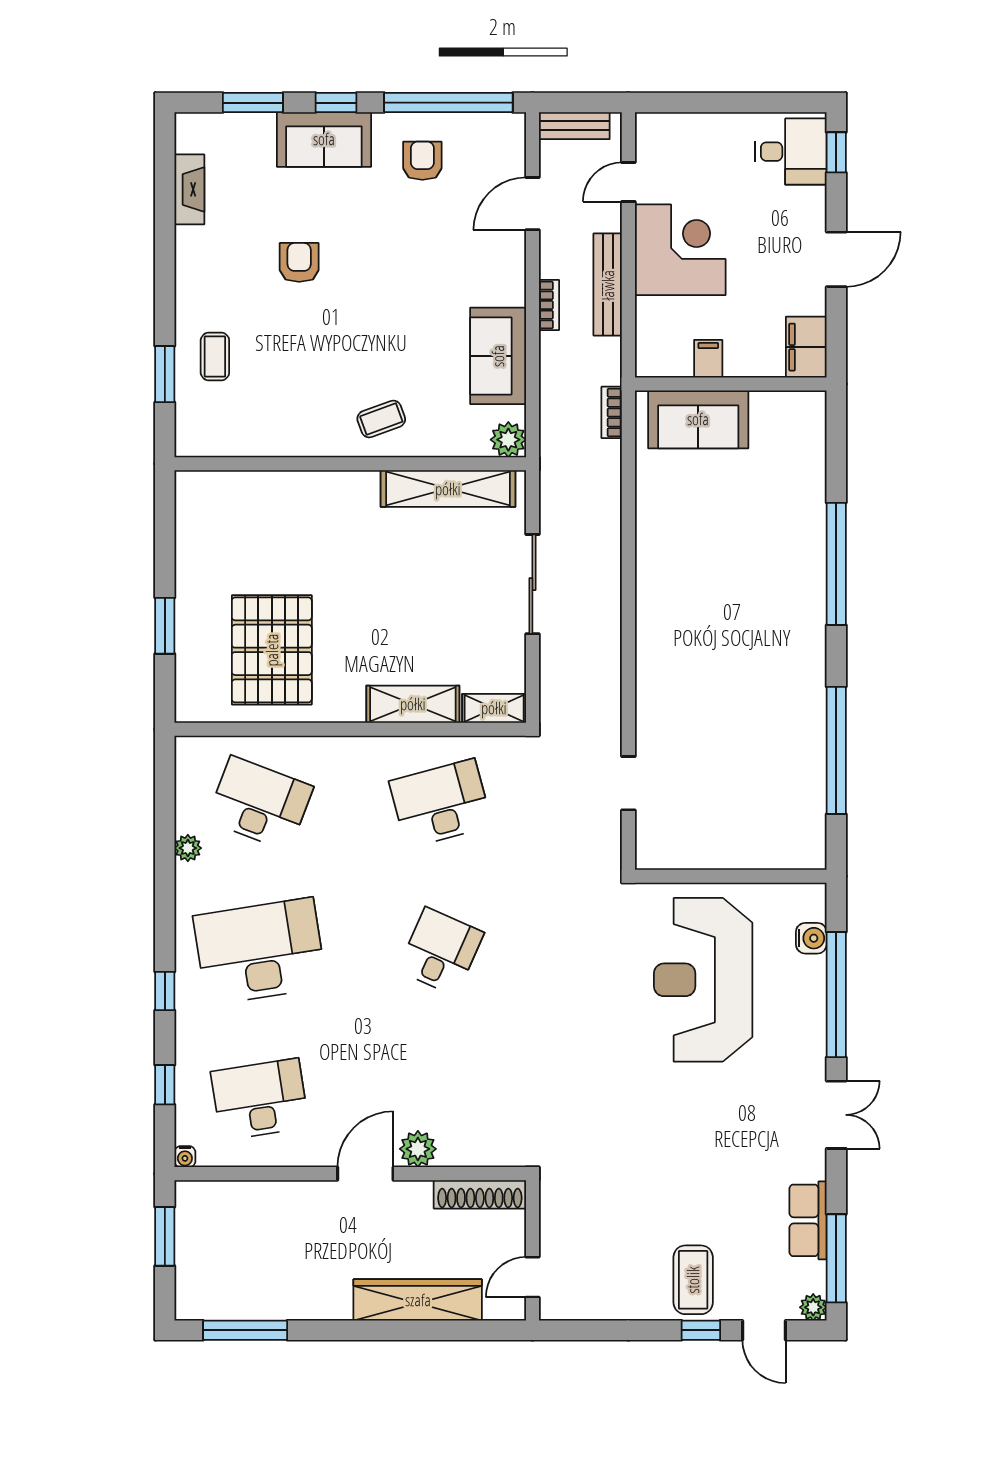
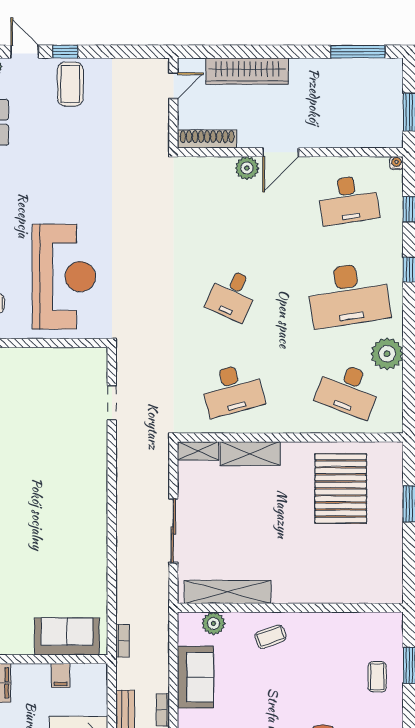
plant: (508, 440) -> (213, 623), moved
plant: (188, 848) -> (387, 354), width x1.88, depth x1.88

